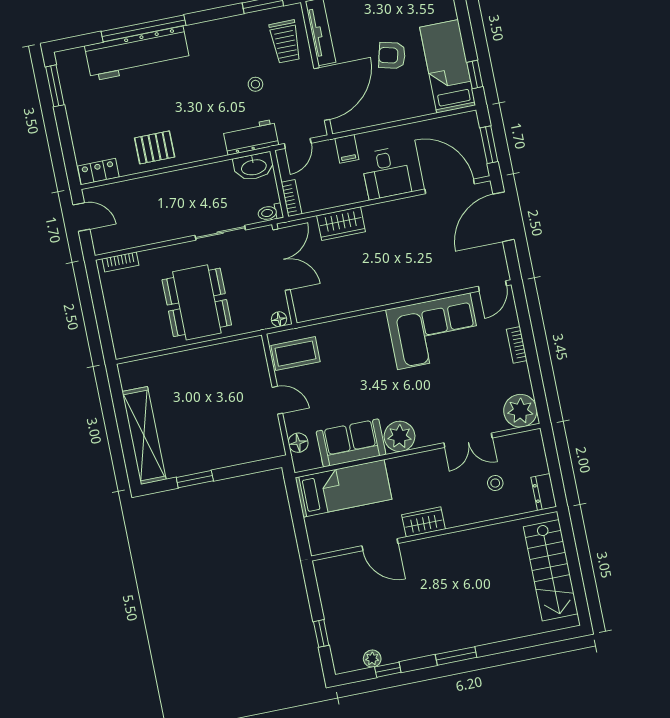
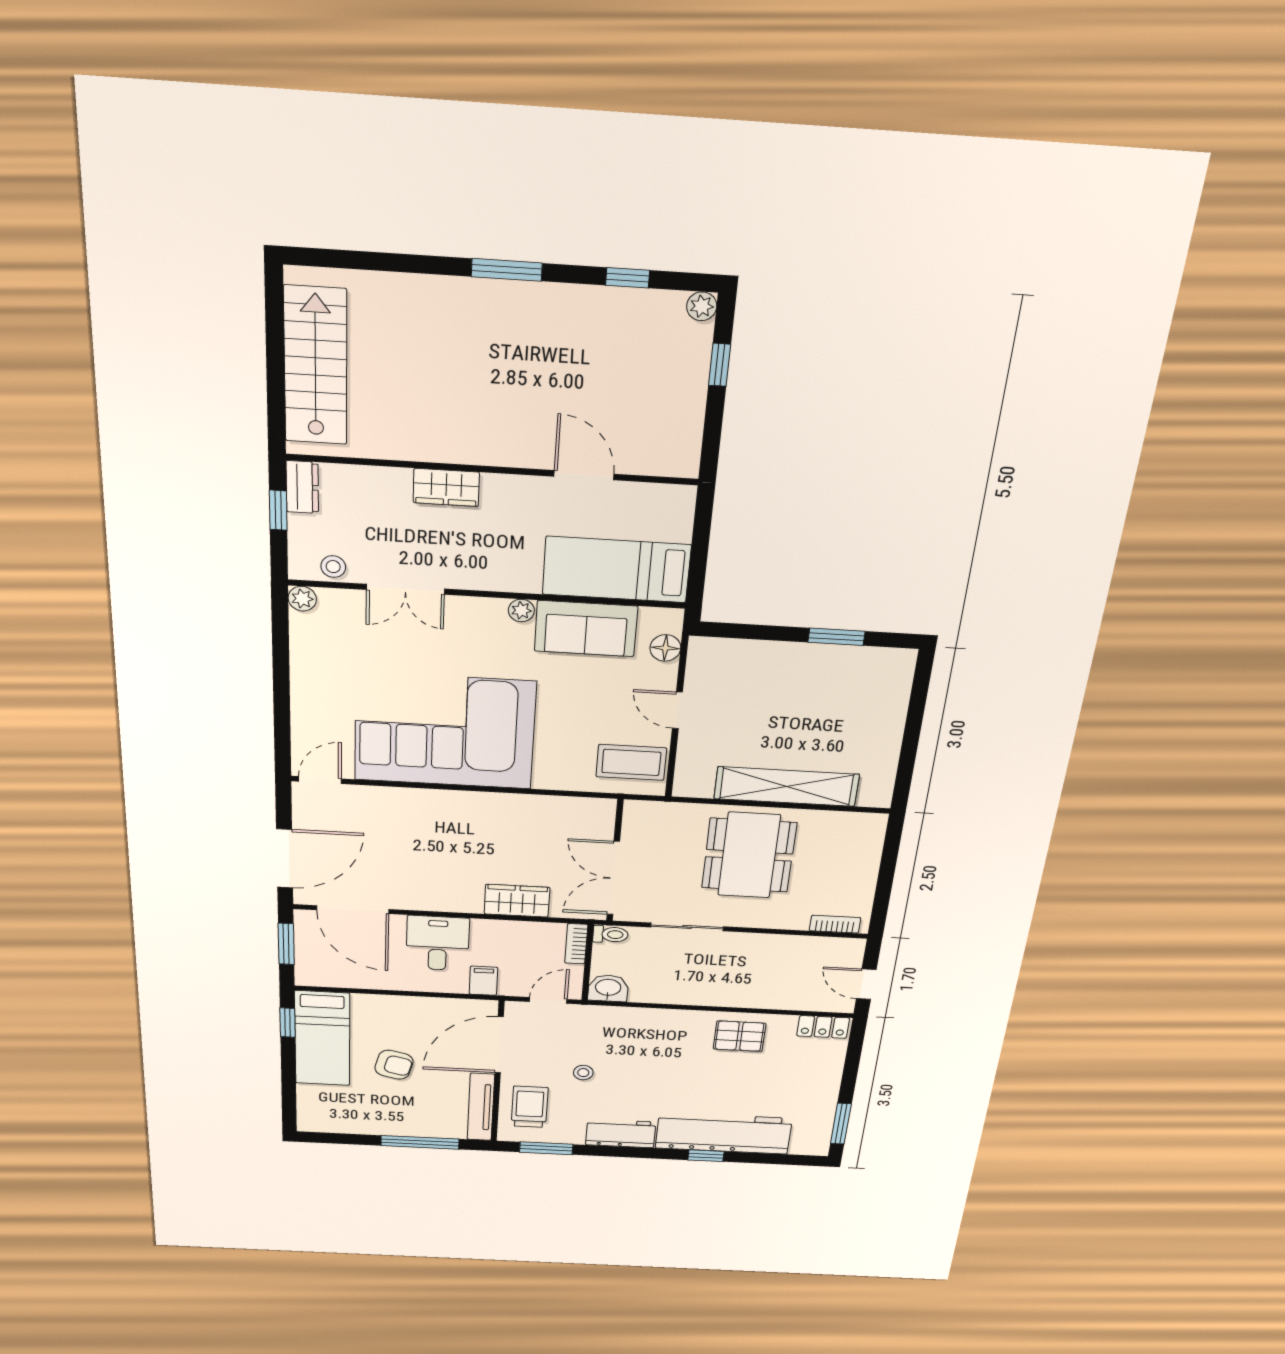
window: (144, 28) -> (706, 1156), width x0.32
workbench: (251, 137) -> (621, 1133), moved, turned 180
washbasin: (254, 167) -> (608, 988), width x0.72
floor lamp: (279, 319) -> (641, 809), removed
corner sofa: (434, 331) -> (445, 731), width x1.36, depth x1.36
bookcase: (517, 345) -> (301, 698), removed
plant: (520, 411) -> (302, 599), width x0.53, depth x0.53
shelving: (144, 435) -> (787, 786), moved, turned 90
plant: (400, 436) -> (521, 611), width x0.53, depth x0.53
double door: (468, 440) -> (405, 589), swing flipped
window: (555, 473) -> (278, 510), added
stool: (495, 483) -> (333, 567), moved
wardrobe: (423, 522) -> (446, 487), moved
plant: (372, 659) -> (702, 306), moved

